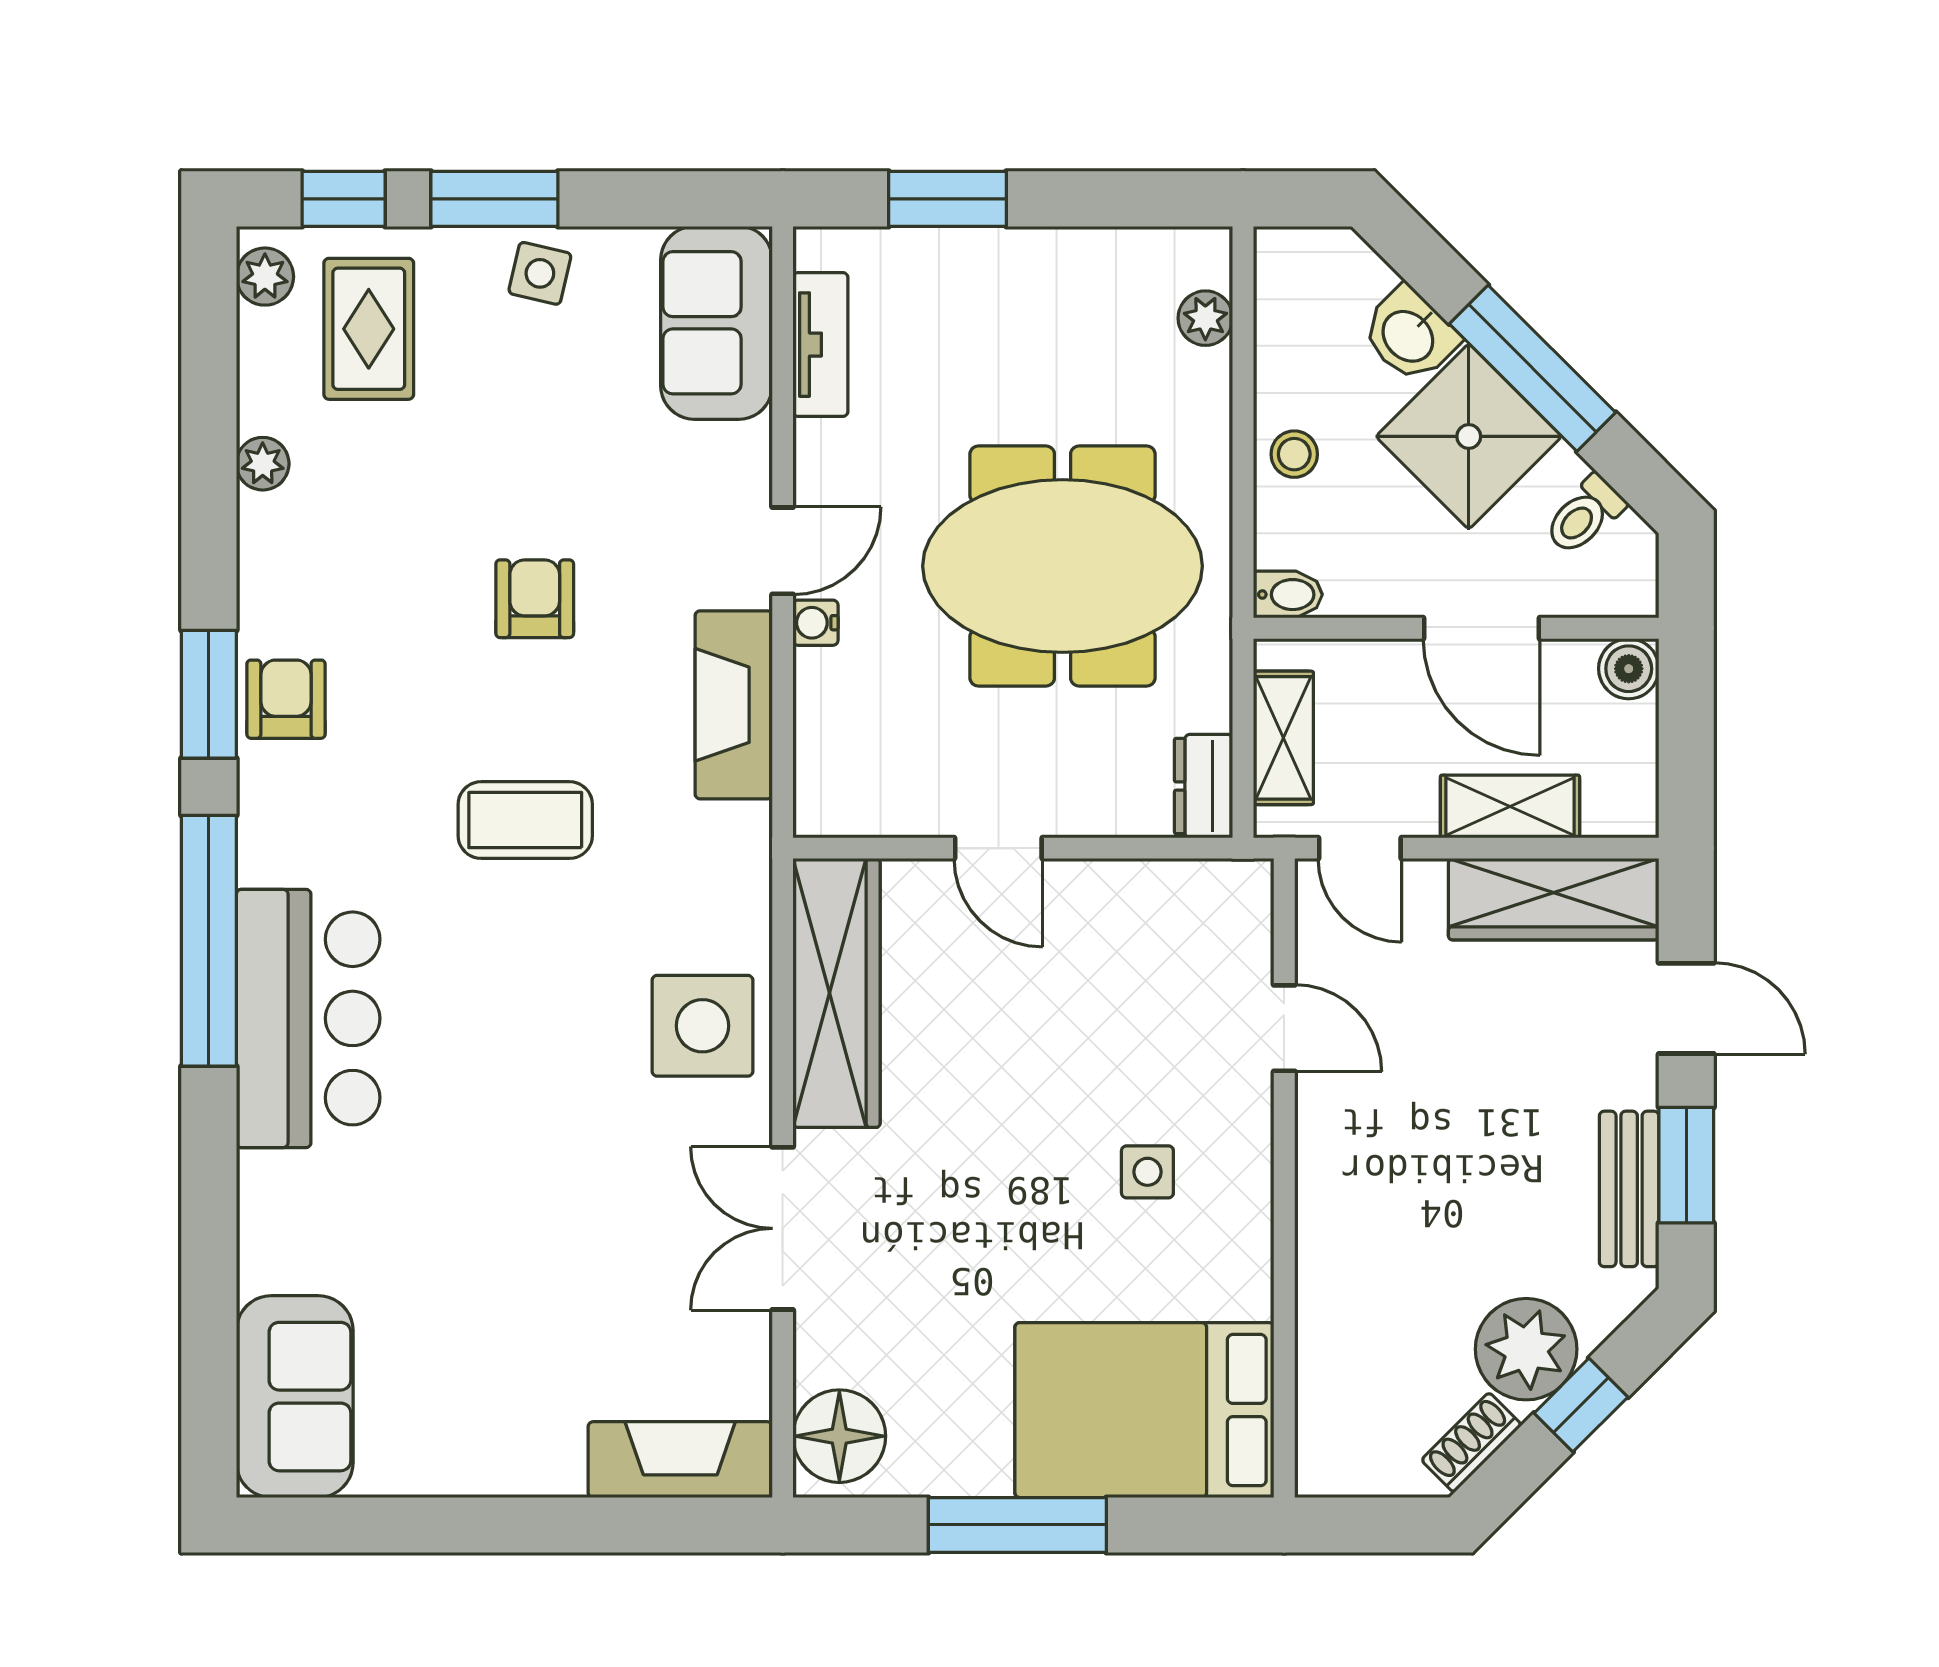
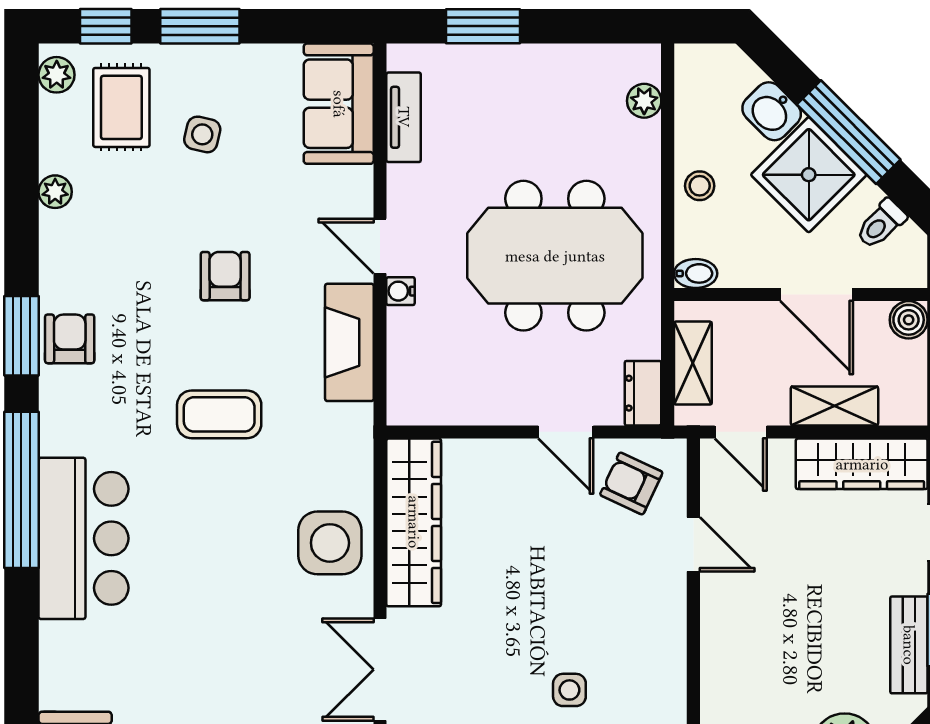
side table: (540, 273) -> (202, 134), moved
door: (783, 551) -> (380, 246), swing flipped
door: (998, 848) -> (566, 432), moved
armchair: (1185, 931) -> (631, 483), added
side table: (1147, 1172) -> (569, 690), moved

